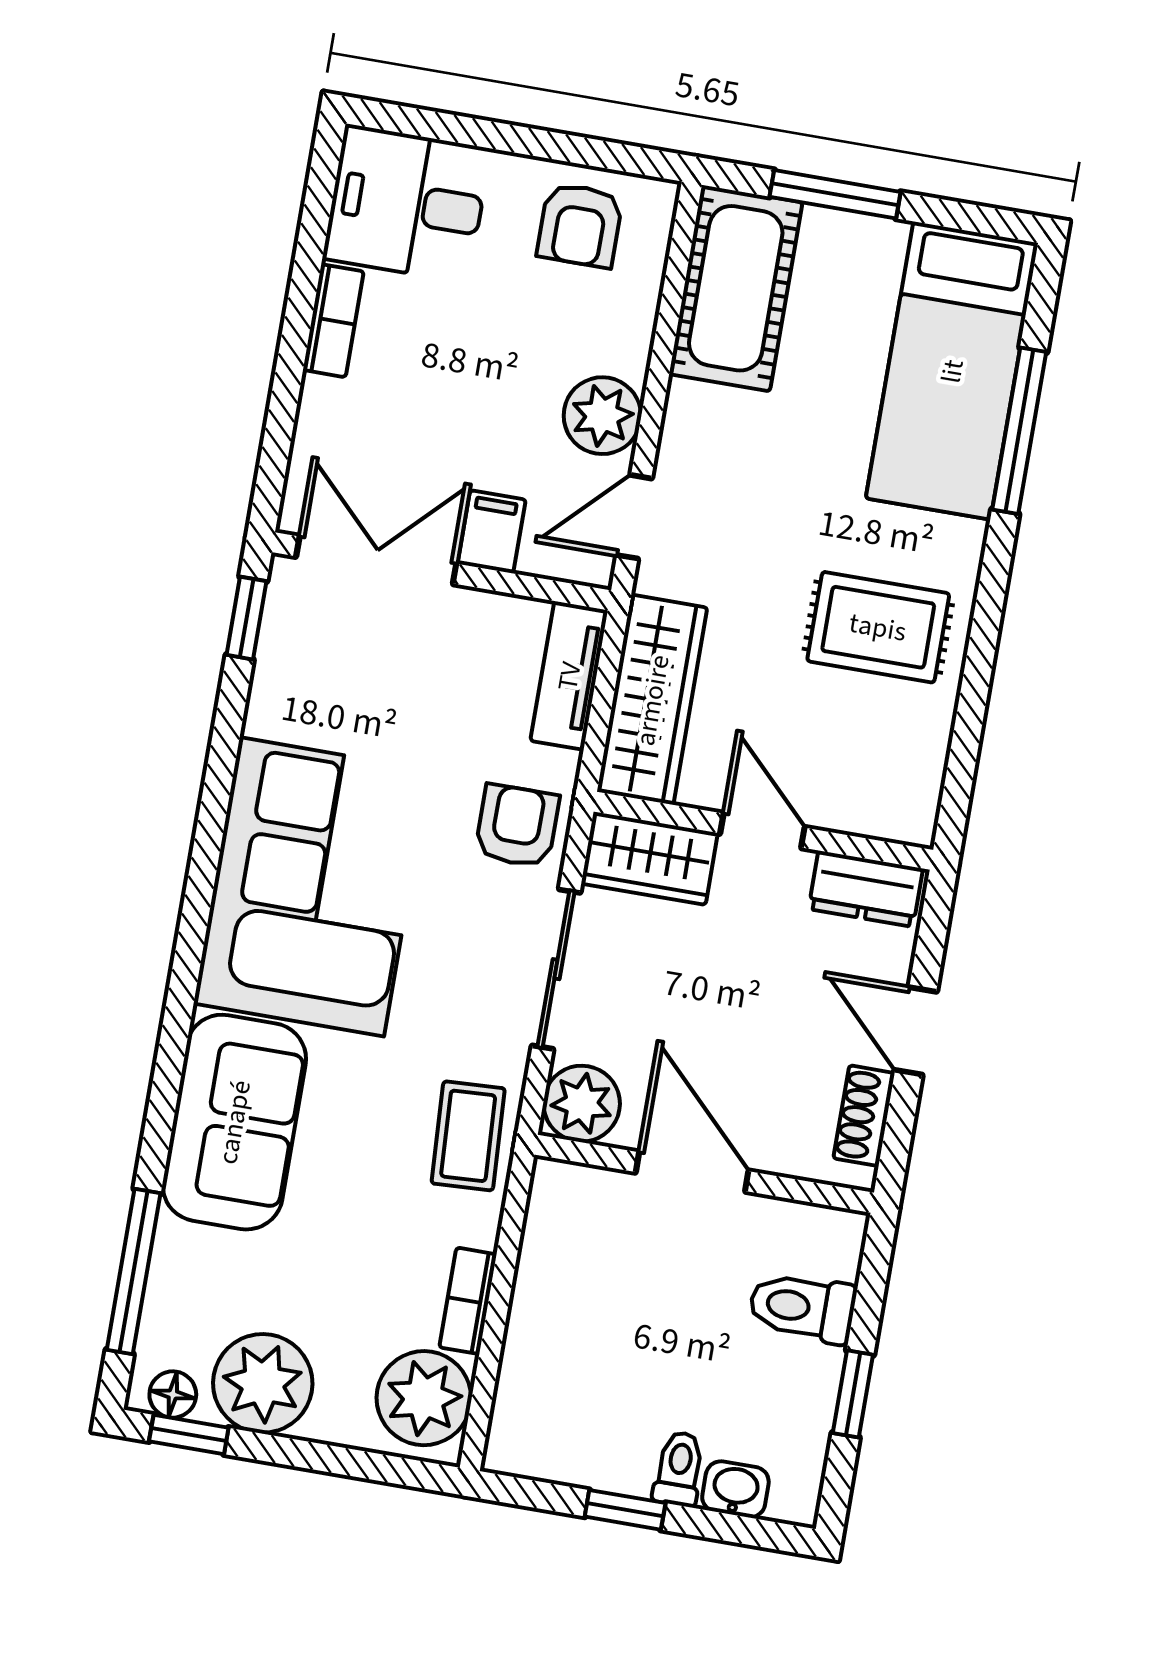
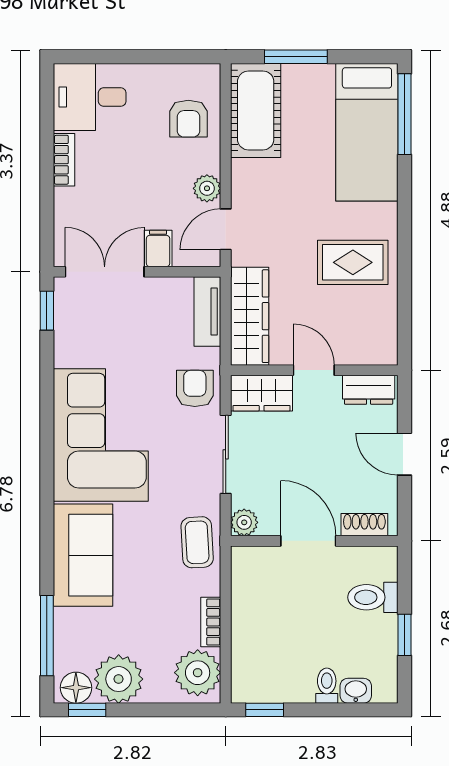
armchair: (580, 225) -> (188, 119), moved
plant: (602, 416) -> (207, 188), width x0.73, depth x0.73
window: (1019, 431) -> (405, 114), moved
plant: (582, 1104) -> (244, 522), width x0.73, depth x0.73
shoe rack: (864, 1116) -> (364, 525), moved, turned 90
floor lamp: (173, 1394) -> (76, 688), width x1.37, depth x1.37
window: (625, 1510) -> (265, 710), moved

